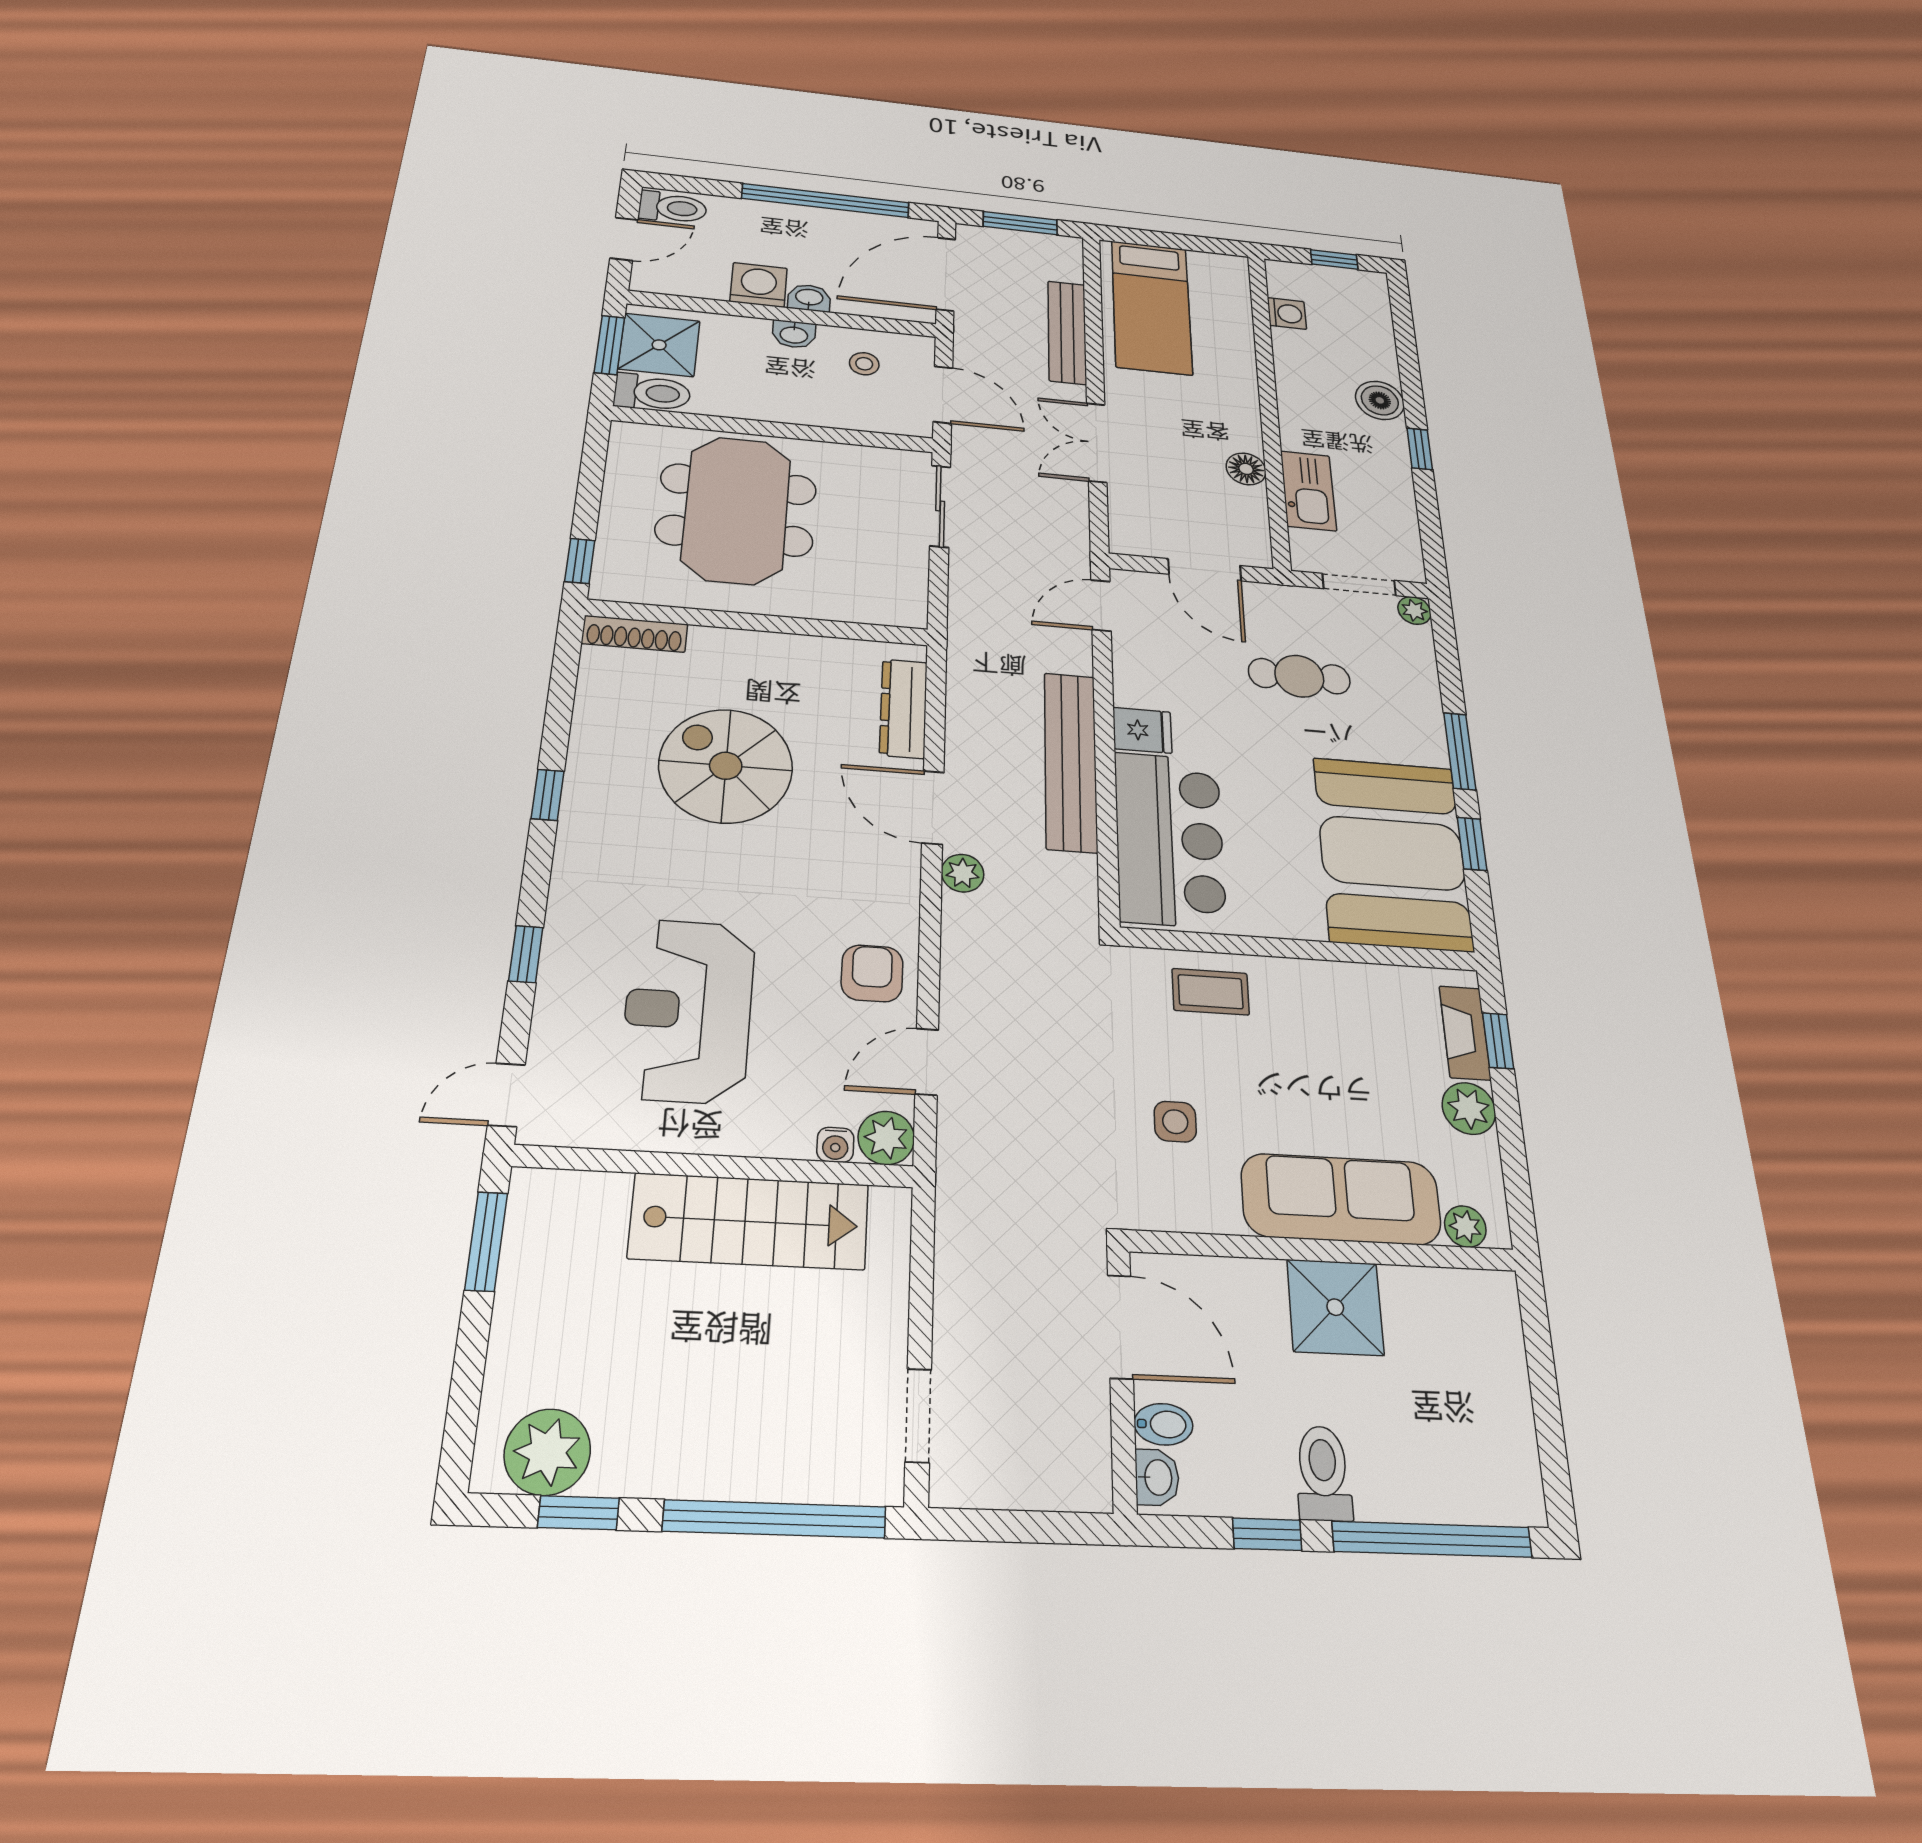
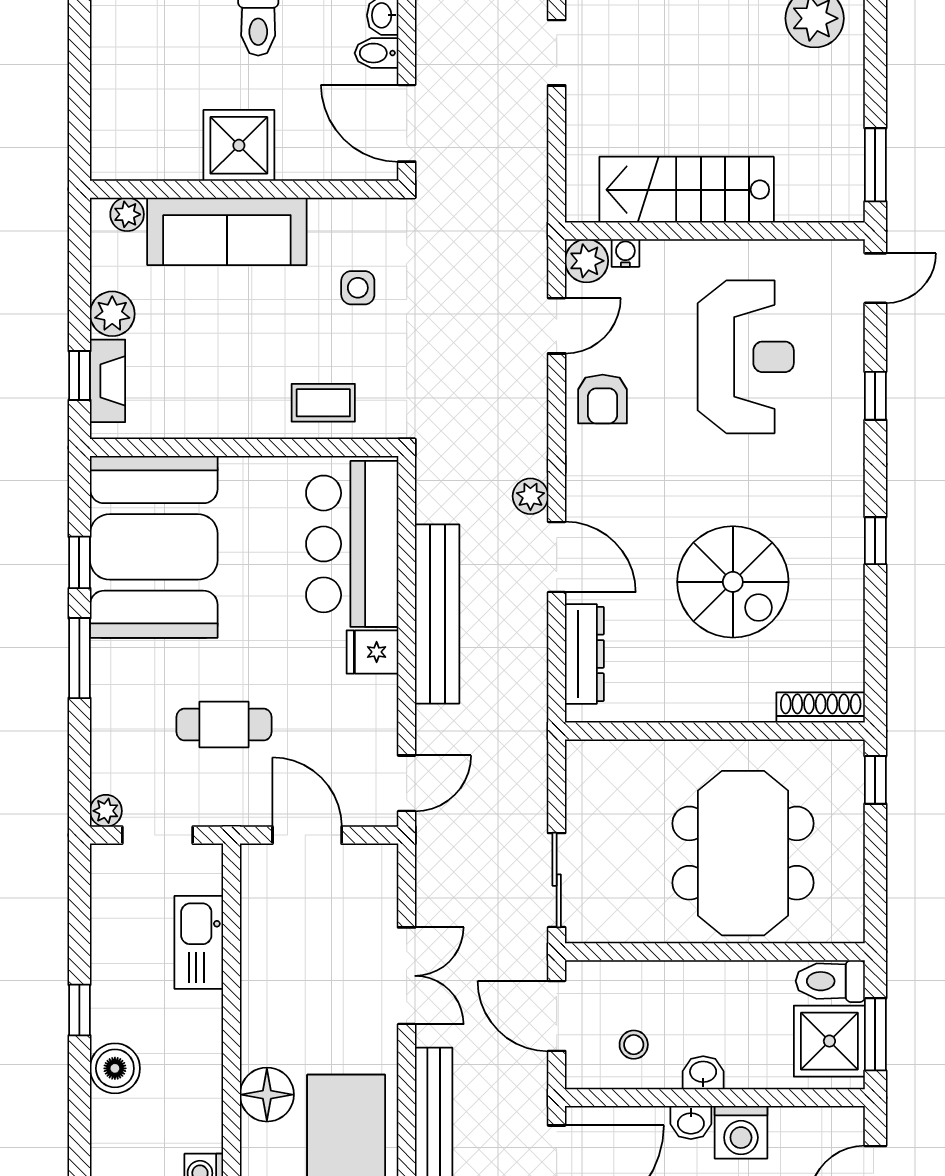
floor lamp: (1246, 469) -> (267, 1095), moved, width x1.38, depth x1.38

